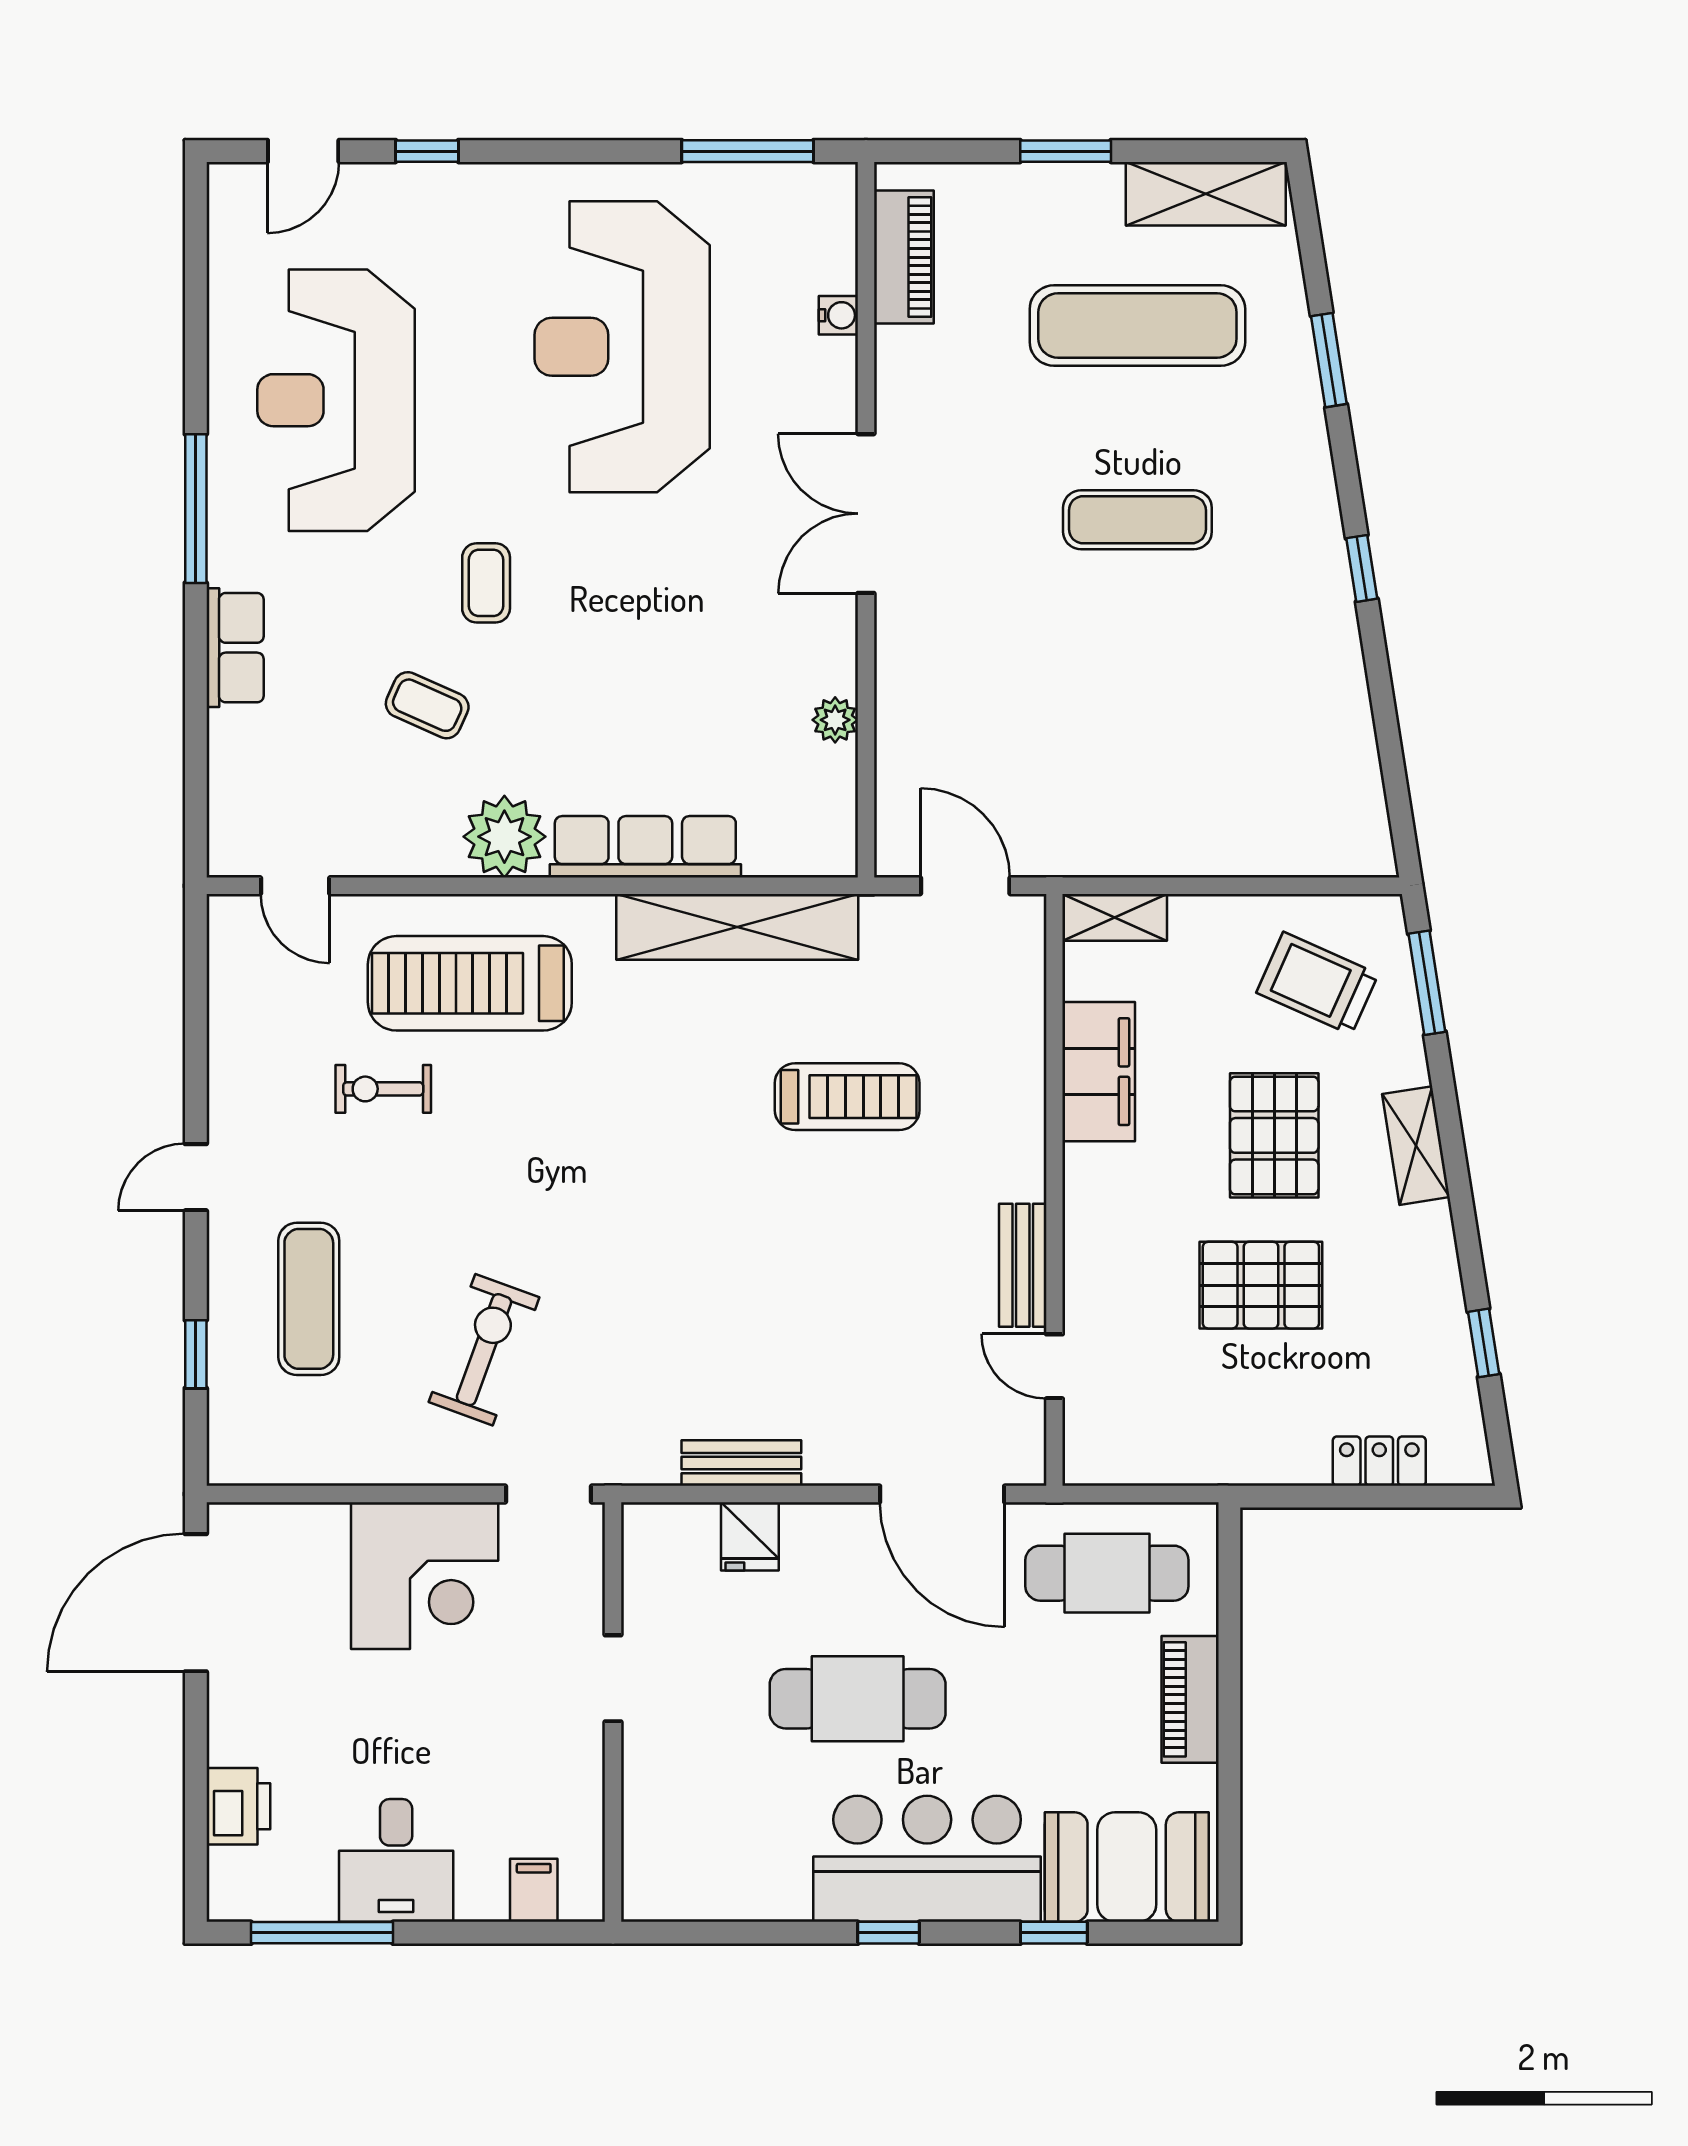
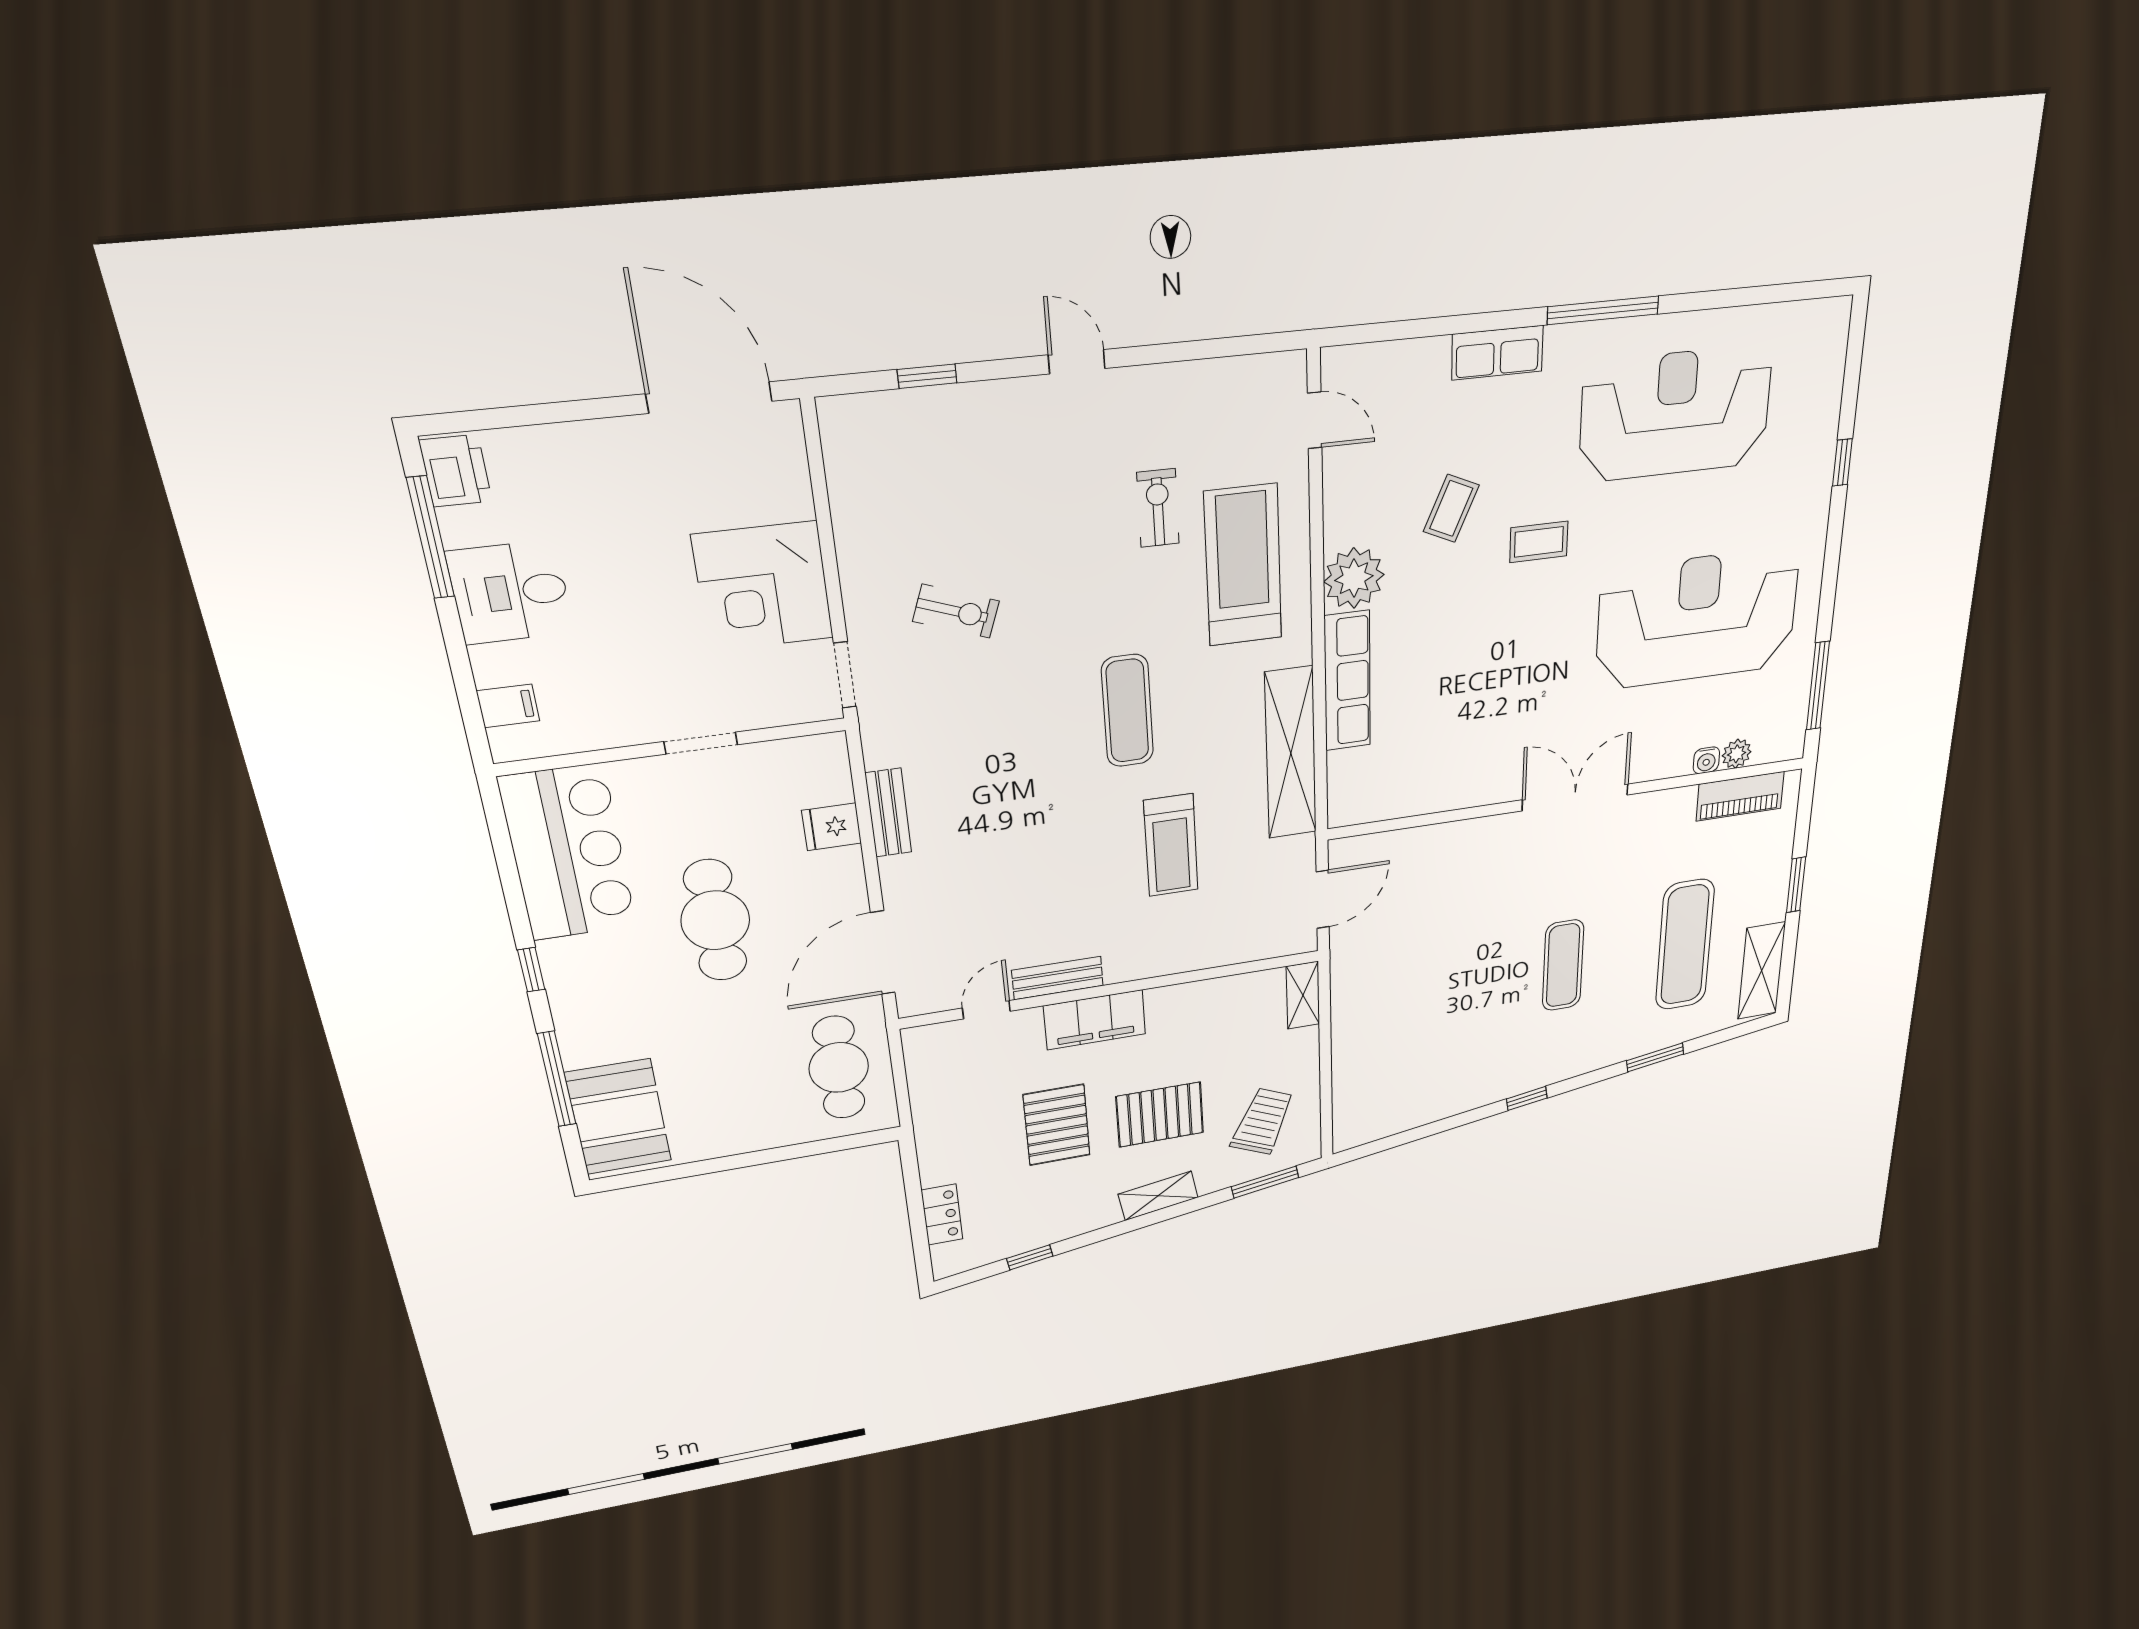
door: (303, 151) -> (1853, 369), removed
plant: (835, 720) -> (1737, 754), moved
door: (295, 886) -> (1315, 420), swing flipped
filing cabinet: (1099, 1072) -> (1095, 1020), moved
exercise mat: (309, 1299) -> (1127, 711), moved, turned 90
exercise bike: (484, 1350) -> (956, 611), width x0.73, depth x0.72
piano: (1190, 1699) -> (753, 1134), removed
printer: (238, 1806) -> (456, 471), moved, turned -90
bar counter: (927, 1859) -> (568, 853), moved
window: (1054, 1933) -> (557, 1079), width x2.17

